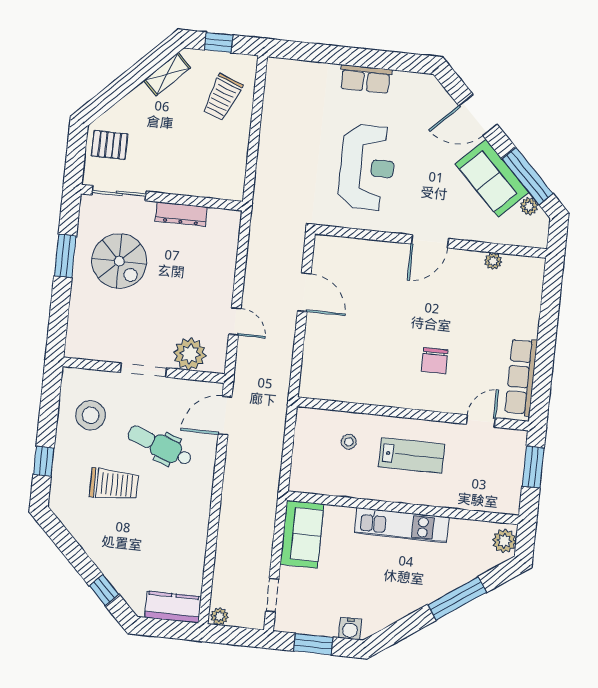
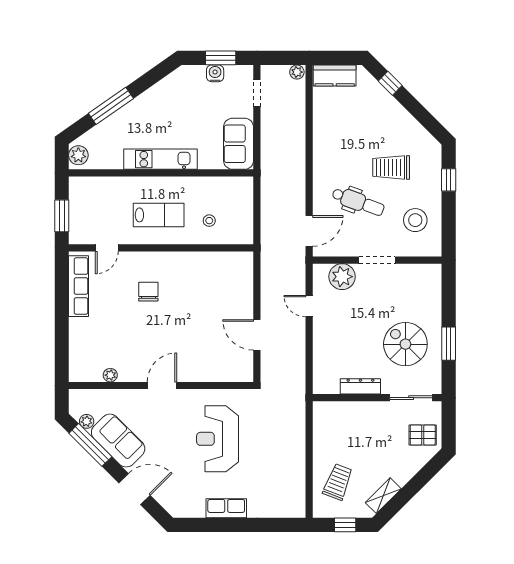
lab bench: (412, 455) -> (159, 215), turned 180
water cooler: (350, 628) -> (215, 73), moved

